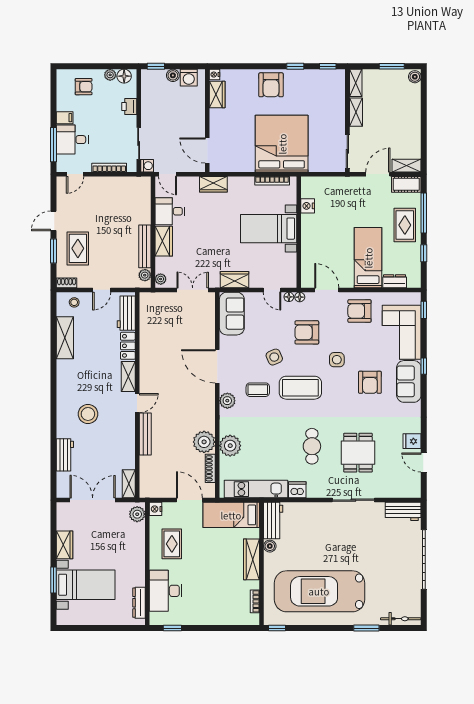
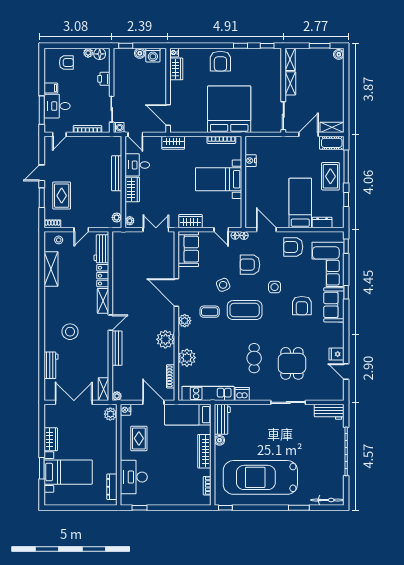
bench: (145, 246) -> (117, 173), moved
plant: (204, 442) -> (165, 339), moved
plant: (145, 492) -> (117, 396), added

